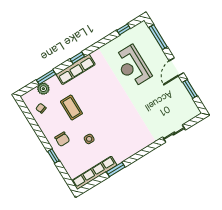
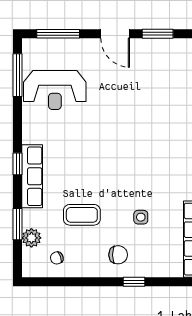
window: (124, 29) -> (18, 75), width x2.17
reception desk: (133, 66) -> (55, 90), moved

